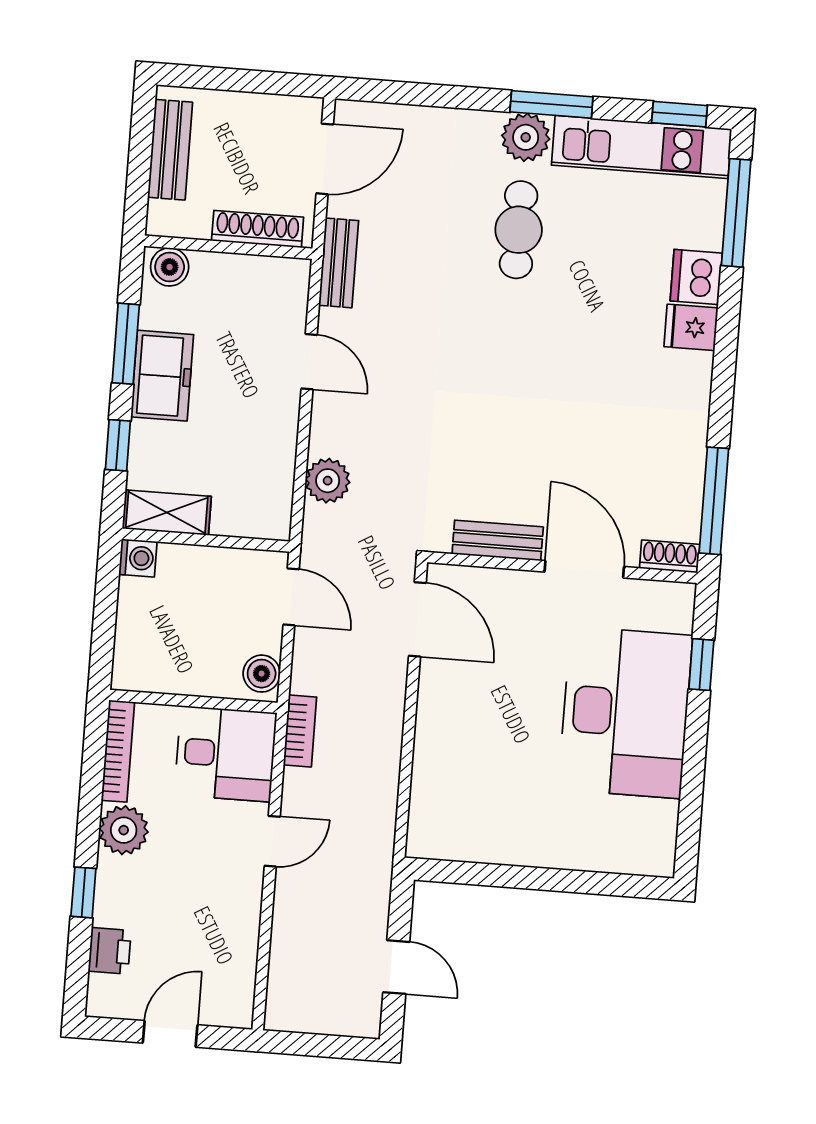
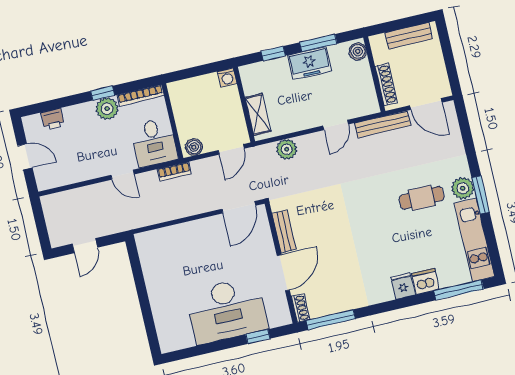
window: (680, 114) -> (494, 252), removed
bench: (339, 263) -> (383, 124), width x1.36
shelving: (167, 512) -> (258, 114), moved
window: (83, 892) -> (103, 93), moved

